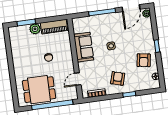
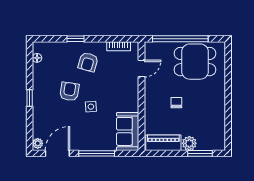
sofa: (84, 47) -> (128, 131), moved
armchair: (144, 60) -> (69, 91), moved

